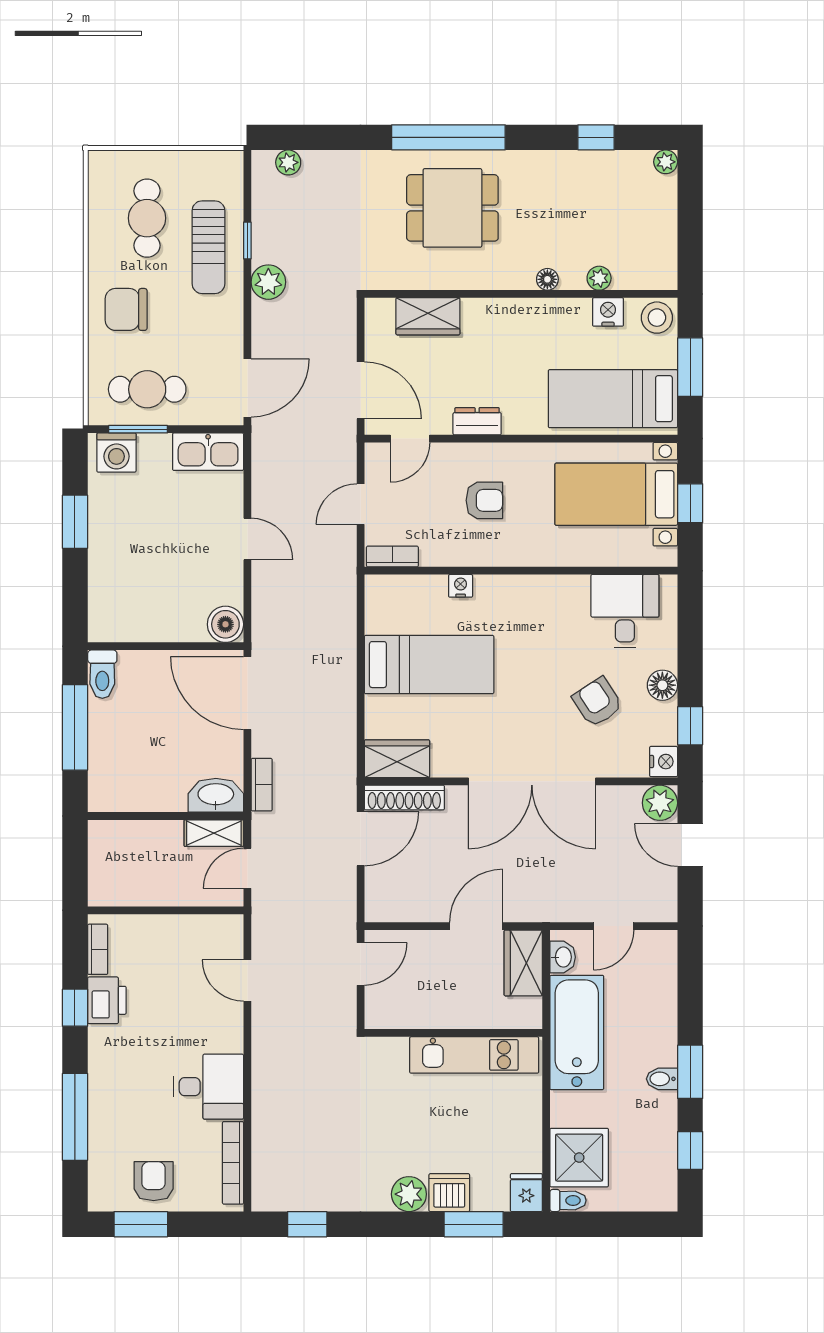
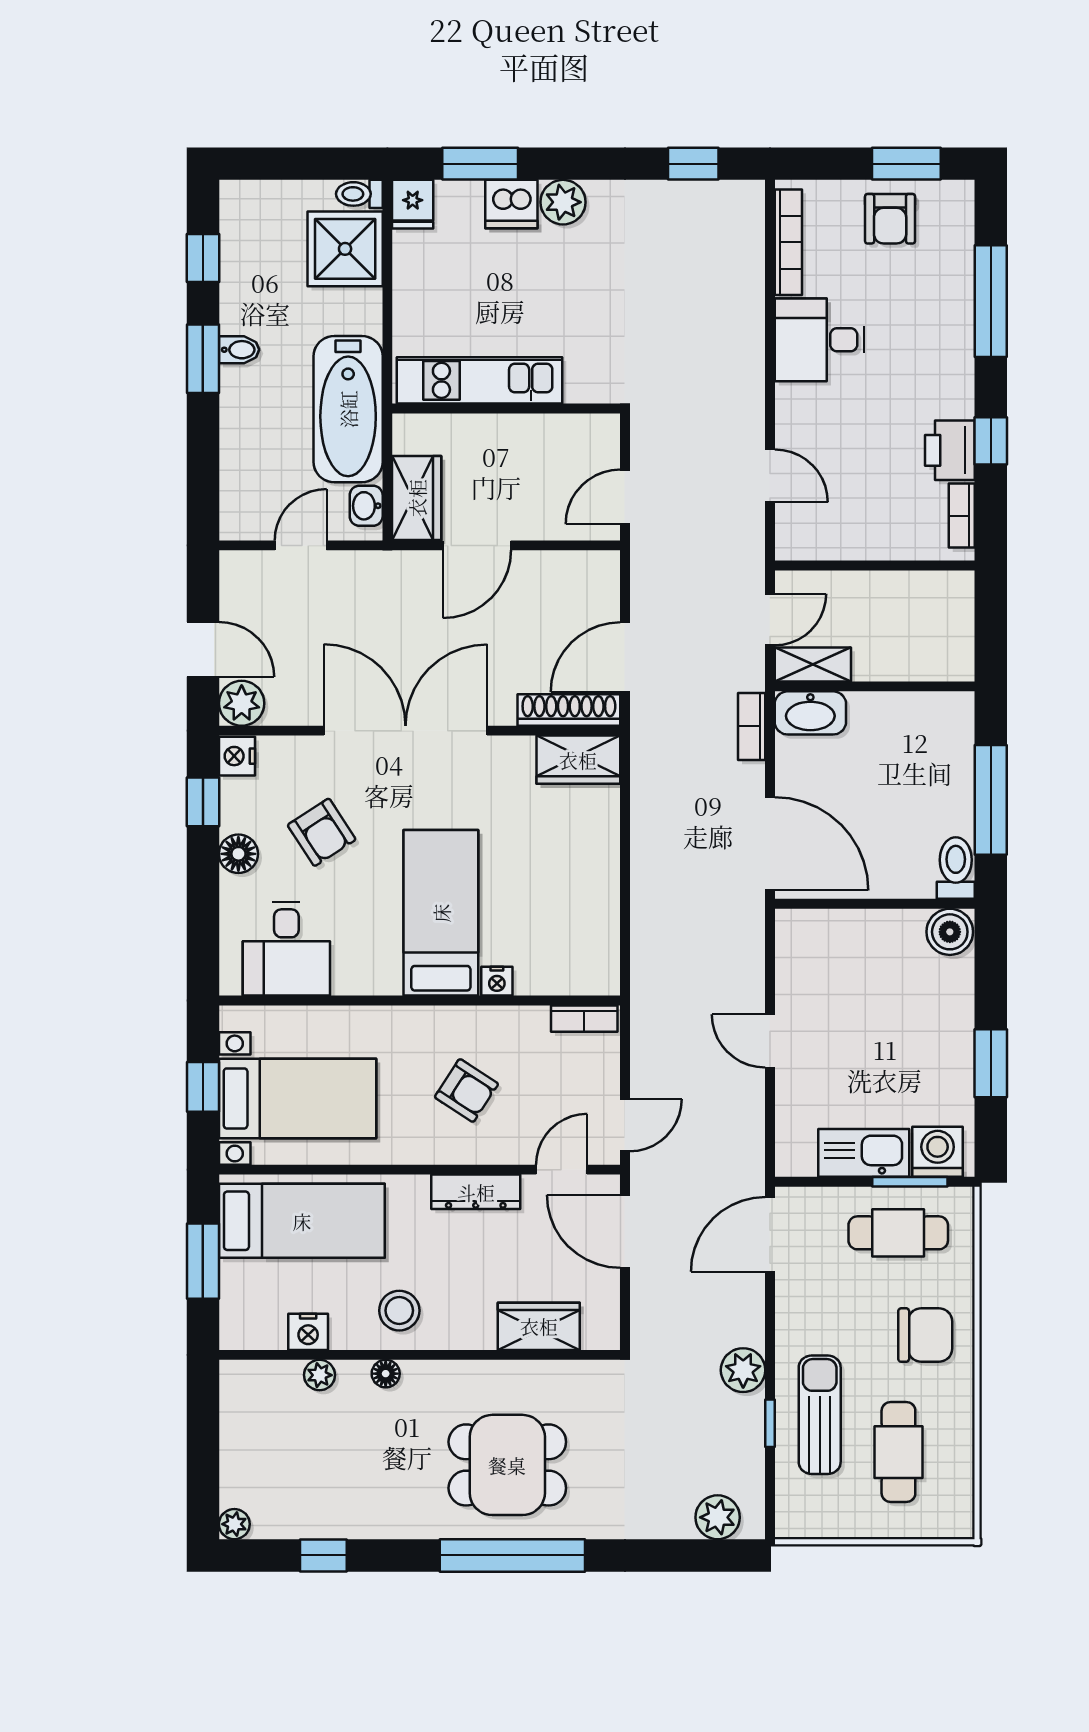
plant: (288, 162) -> (718, 1517), width x1.38, depth x1.38
stool: (657, 318) -> (399, 1311), moved
dresser: (477, 421) -> (476, 1192), width x1.44
kitchen sink: (208, 452) -> (864, 1153), moved
armchair: (484, 500) -> (466, 1090), turned -147
door: (361, 504) -> (625, 1125), moved
boiler: (225, 624) -> (950, 932), moved
bed: (429, 665) -> (441, 913), moved, turned 90

